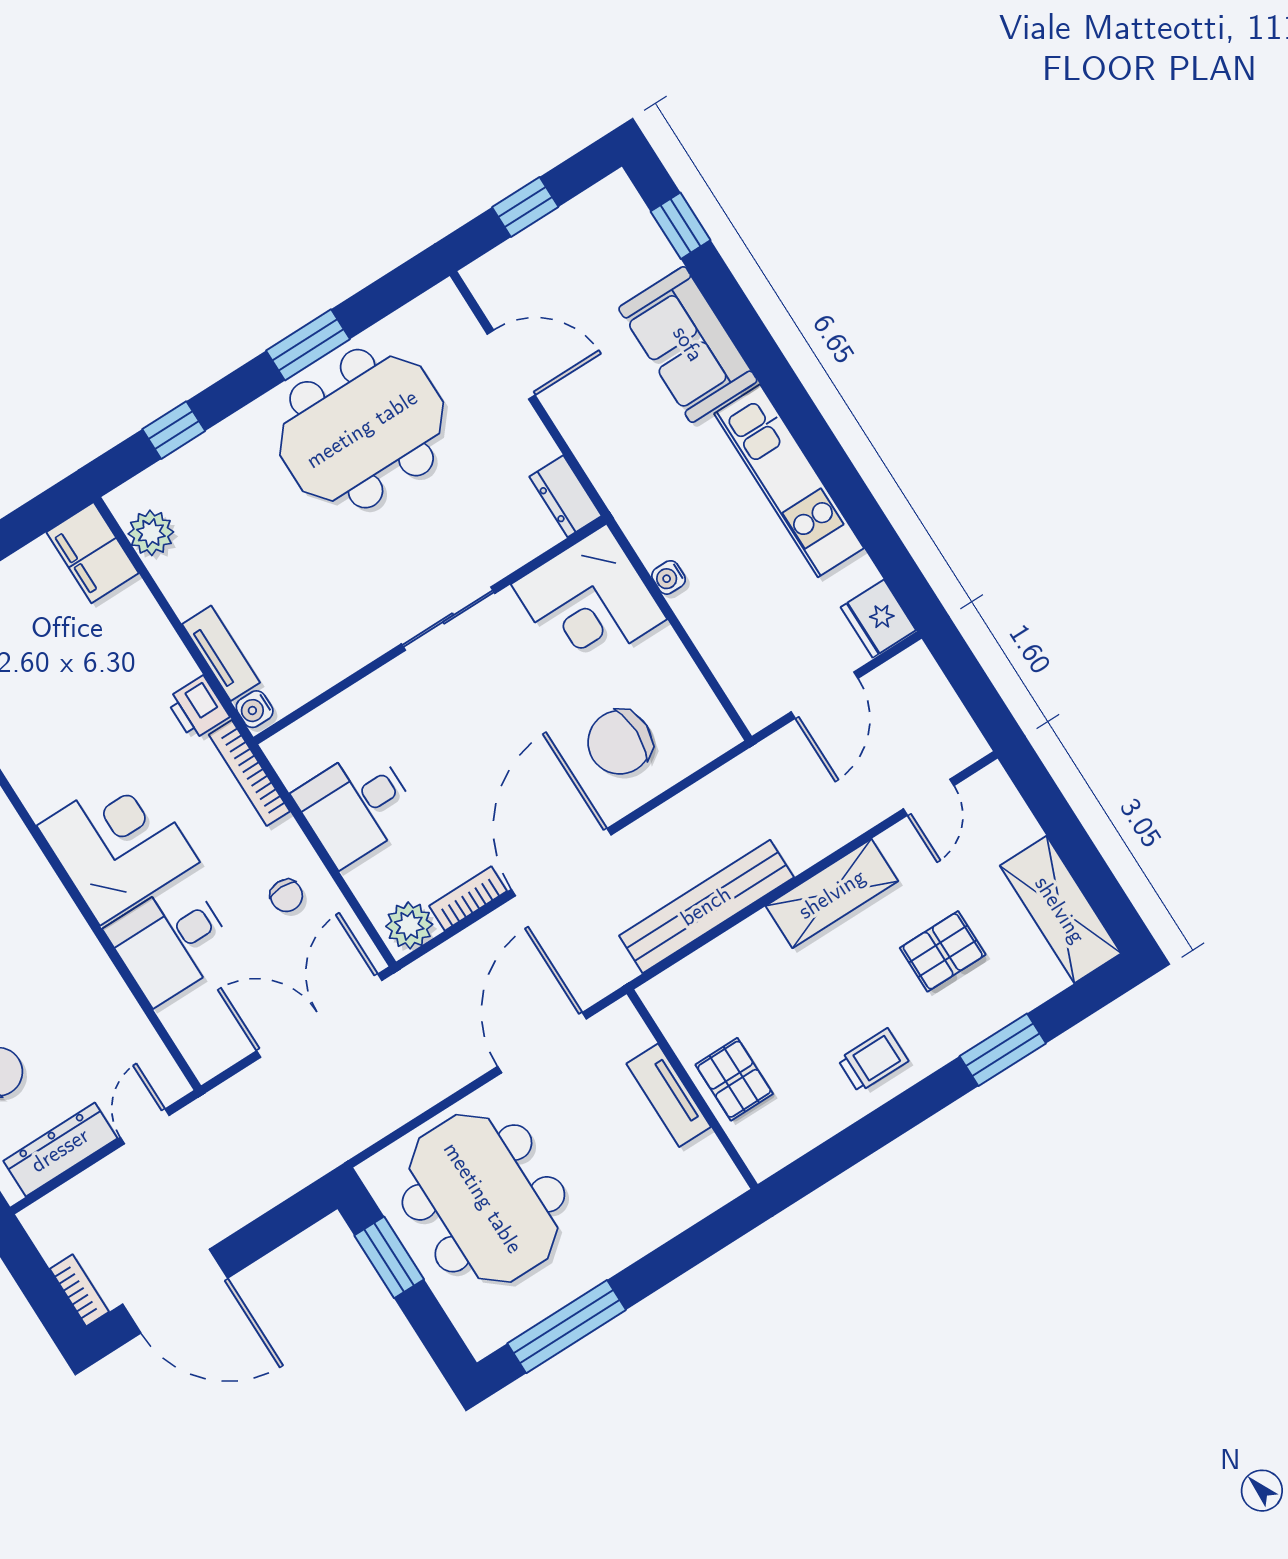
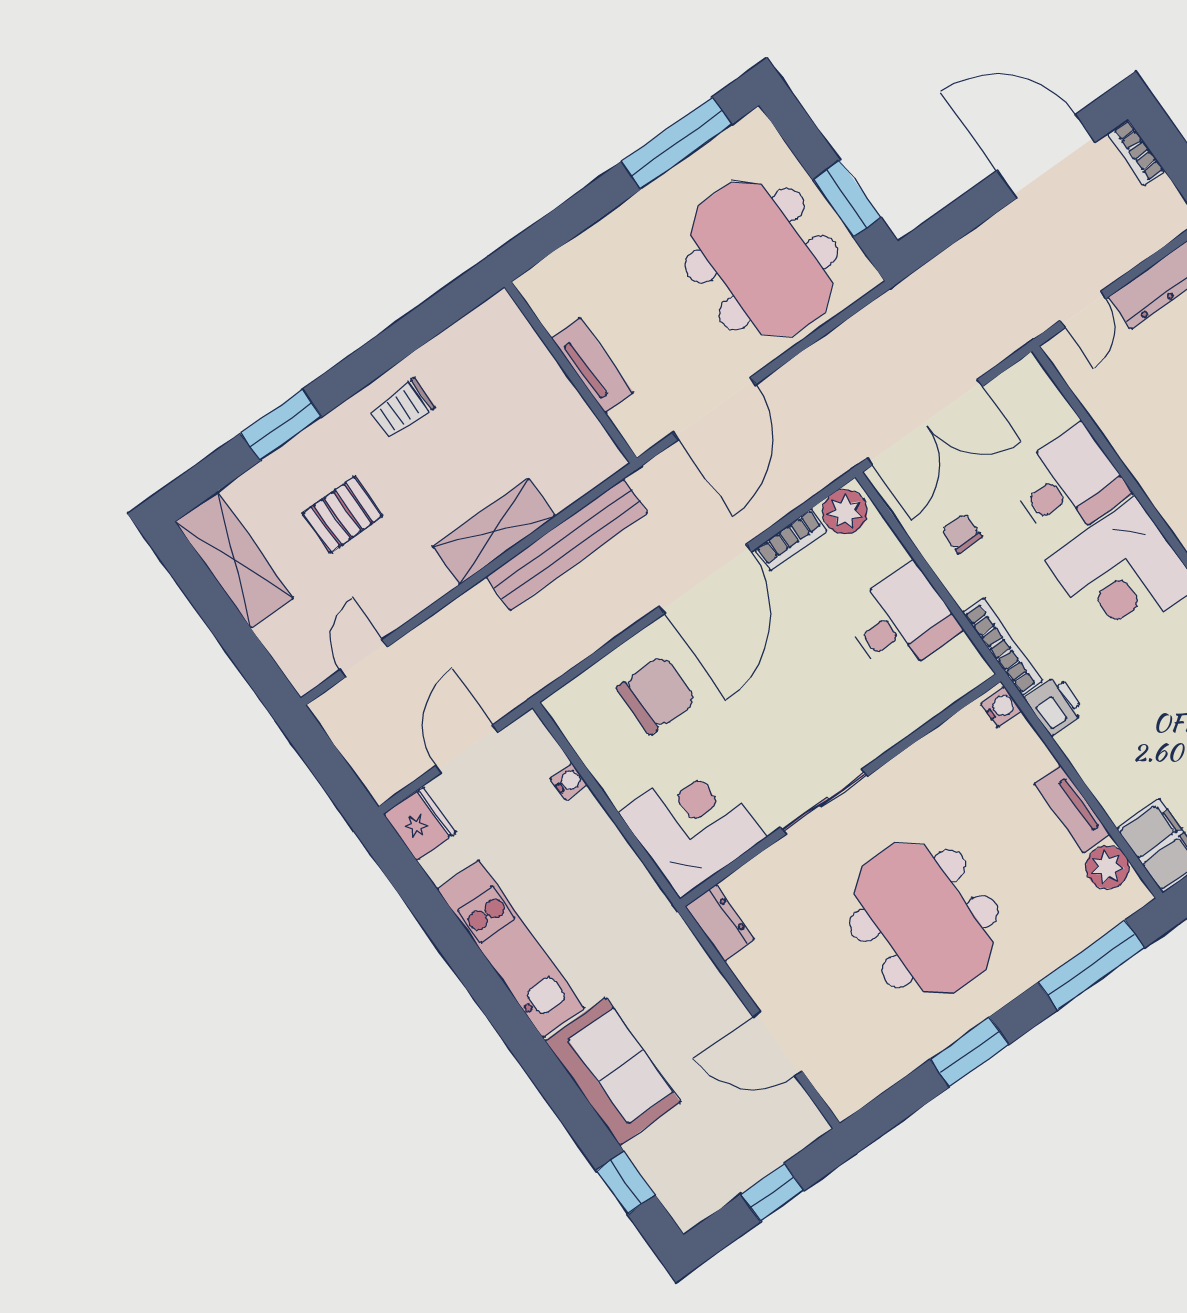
meeting table: (362, 429) -> (924, 918), moved, turned 90
window: (174, 430) -> (1091, 965), width x2.17
water cooler: (669, 577) -> (569, 782), moved
tv unit: (221, 653) -> (1072, 809), moved
shelving: (832, 894) -> (494, 531), moved
pallet: (734, 1079) -> (532, 384), removed

